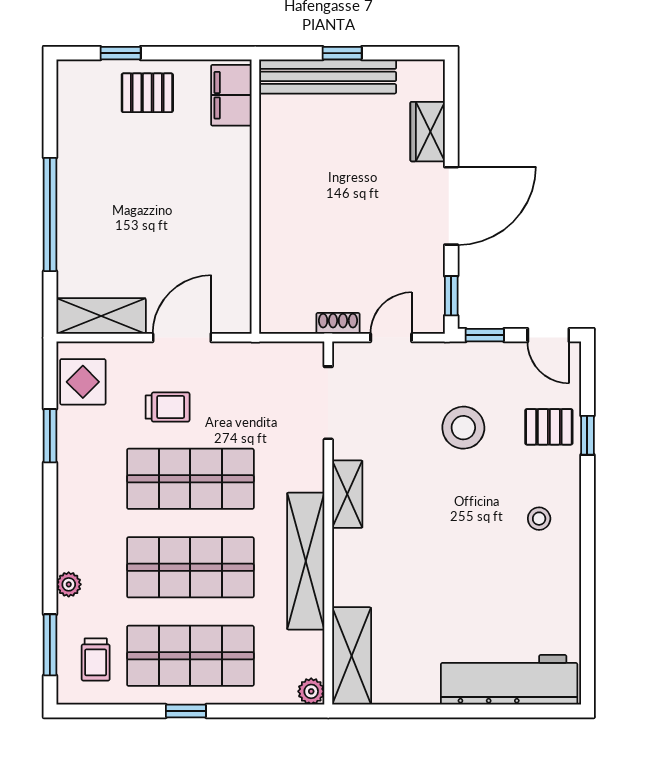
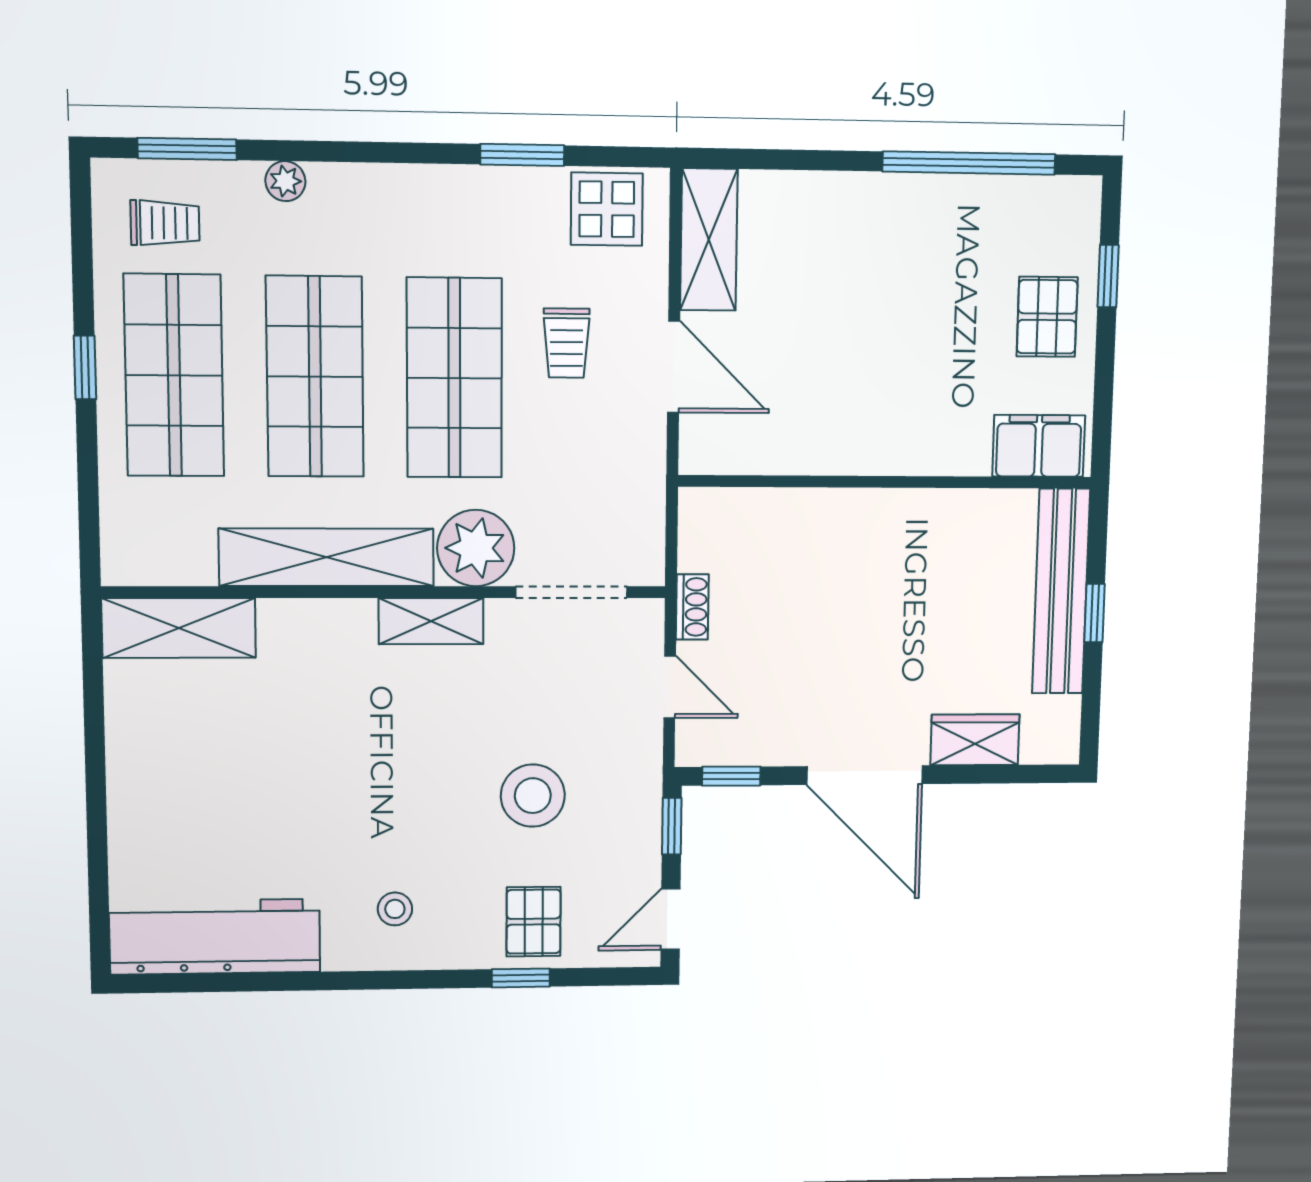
window: (50, 214) -> (969, 163), moved
trolley: (96, 659) -> (165, 223), turned 180
workbench: (509, 680) -> (215, 937), moved, turned -90
plant: (311, 691) -> (476, 548), moved, width x1.87, depth x1.87

